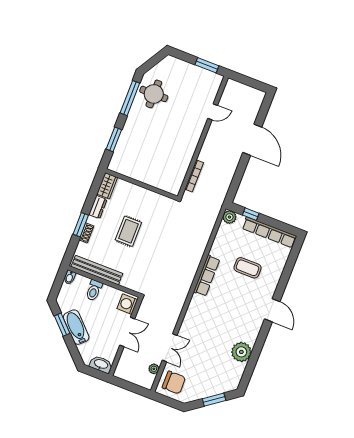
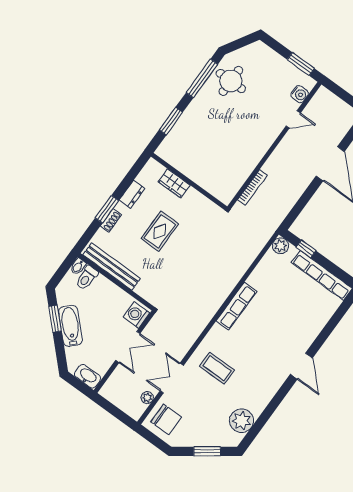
water cooler: (212, 90) -> (300, 94), added
wardrobe: (107, 186) -> (174, 183), moved, turned 90
coffee table: (248, 268) -> (217, 368), moved
toilet: (94, 290) -> (87, 278), moved
double door: (170, 348) -> (172, 378), swing flipped
plant: (241, 352) -> (242, 421), moved

